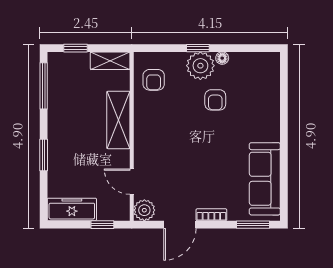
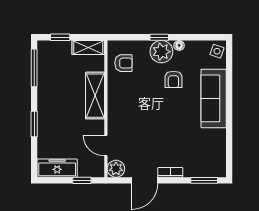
side table: (269, 65) -> (217, 51), added
armchair: (154, 80) -> (123, 63), turned -90
sofa: (265, 179) -> (214, 98), moved

